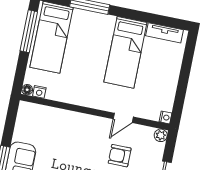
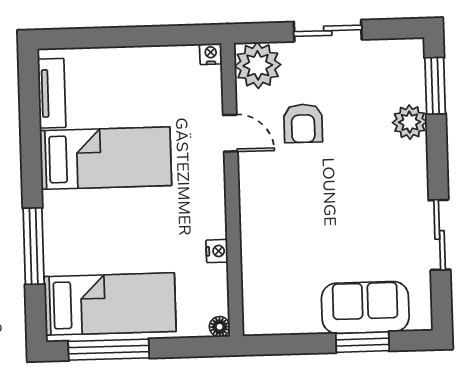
nightstand: (39, 92) -> (217, 251), moved
plant: (161, 135) -> (258, 65), width x1.87, depth x1.87

